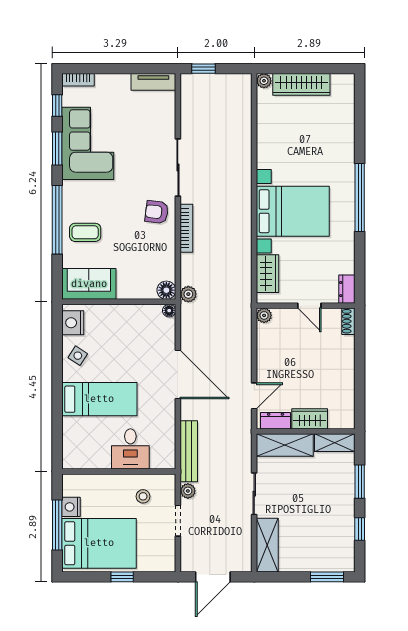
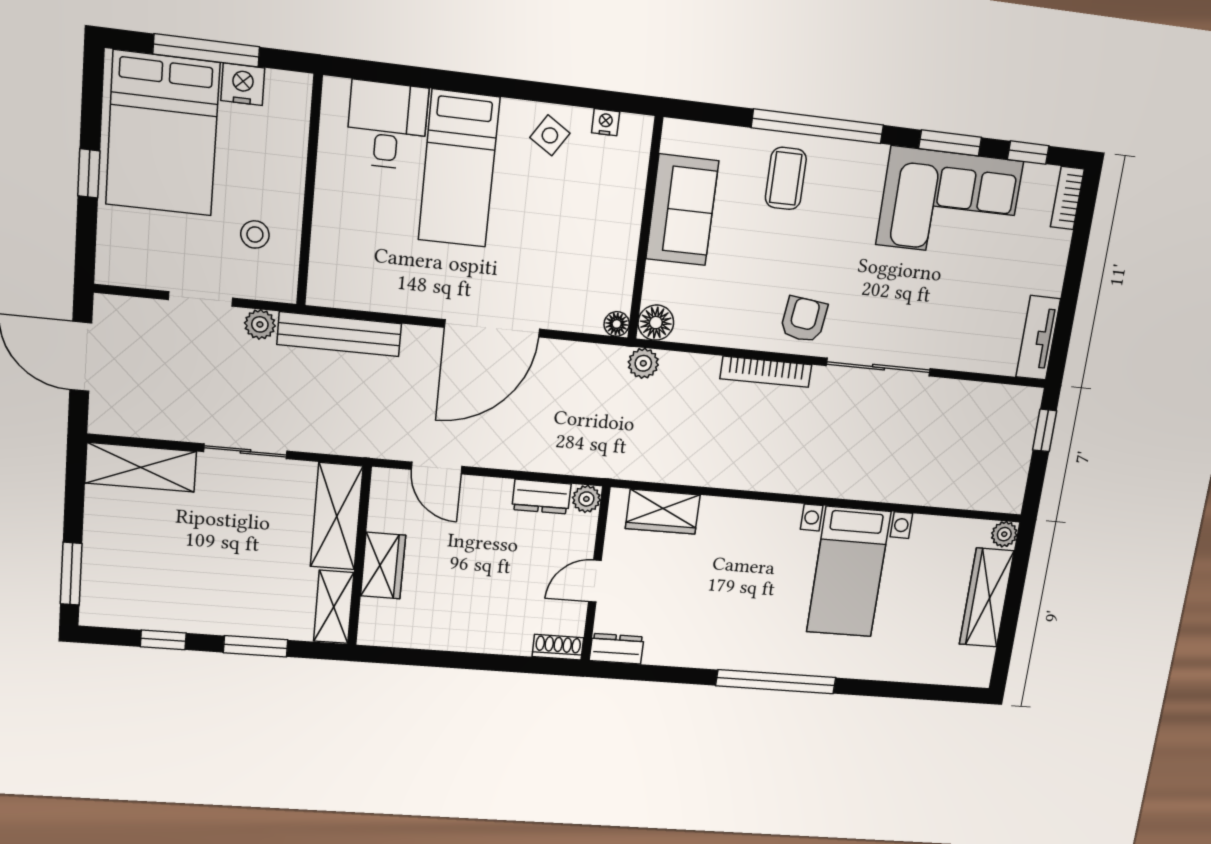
bed with nightstands: (293, 211) -> (849, 572), moved, width x0.73
sofa: (89, 284) -> (682, 210), moved
nightstand: (73, 323) -> (606, 122), width x0.53, depth x0.56
dresser: (276, 421) -> (541, 497), moved, turned 90
desk: (130, 449) -> (387, 125), moved, turned 90

